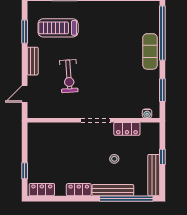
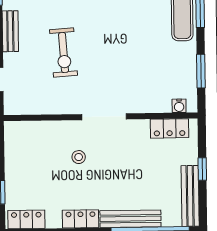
locker: (127, 129) -> (170, 128), moved
stool: (114, 159) -> (79, 157), moved

